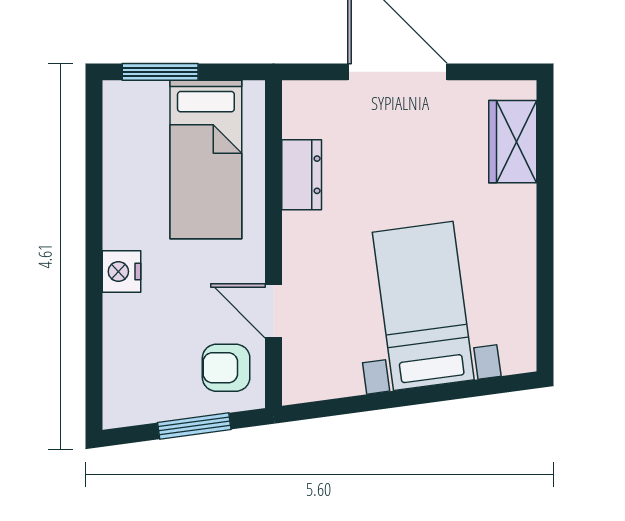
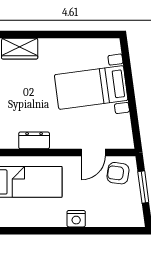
armchair: (226, 368) -> (118, 173), turned 98

